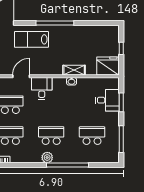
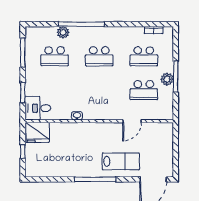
shelving: (74, 70) -> (74, 128), removed
desk: (42, 88) -> (110, 108), removed
desk: (107, 100) -> (38, 108), moved
plant: (47, 158) -> (63, 32), moved

